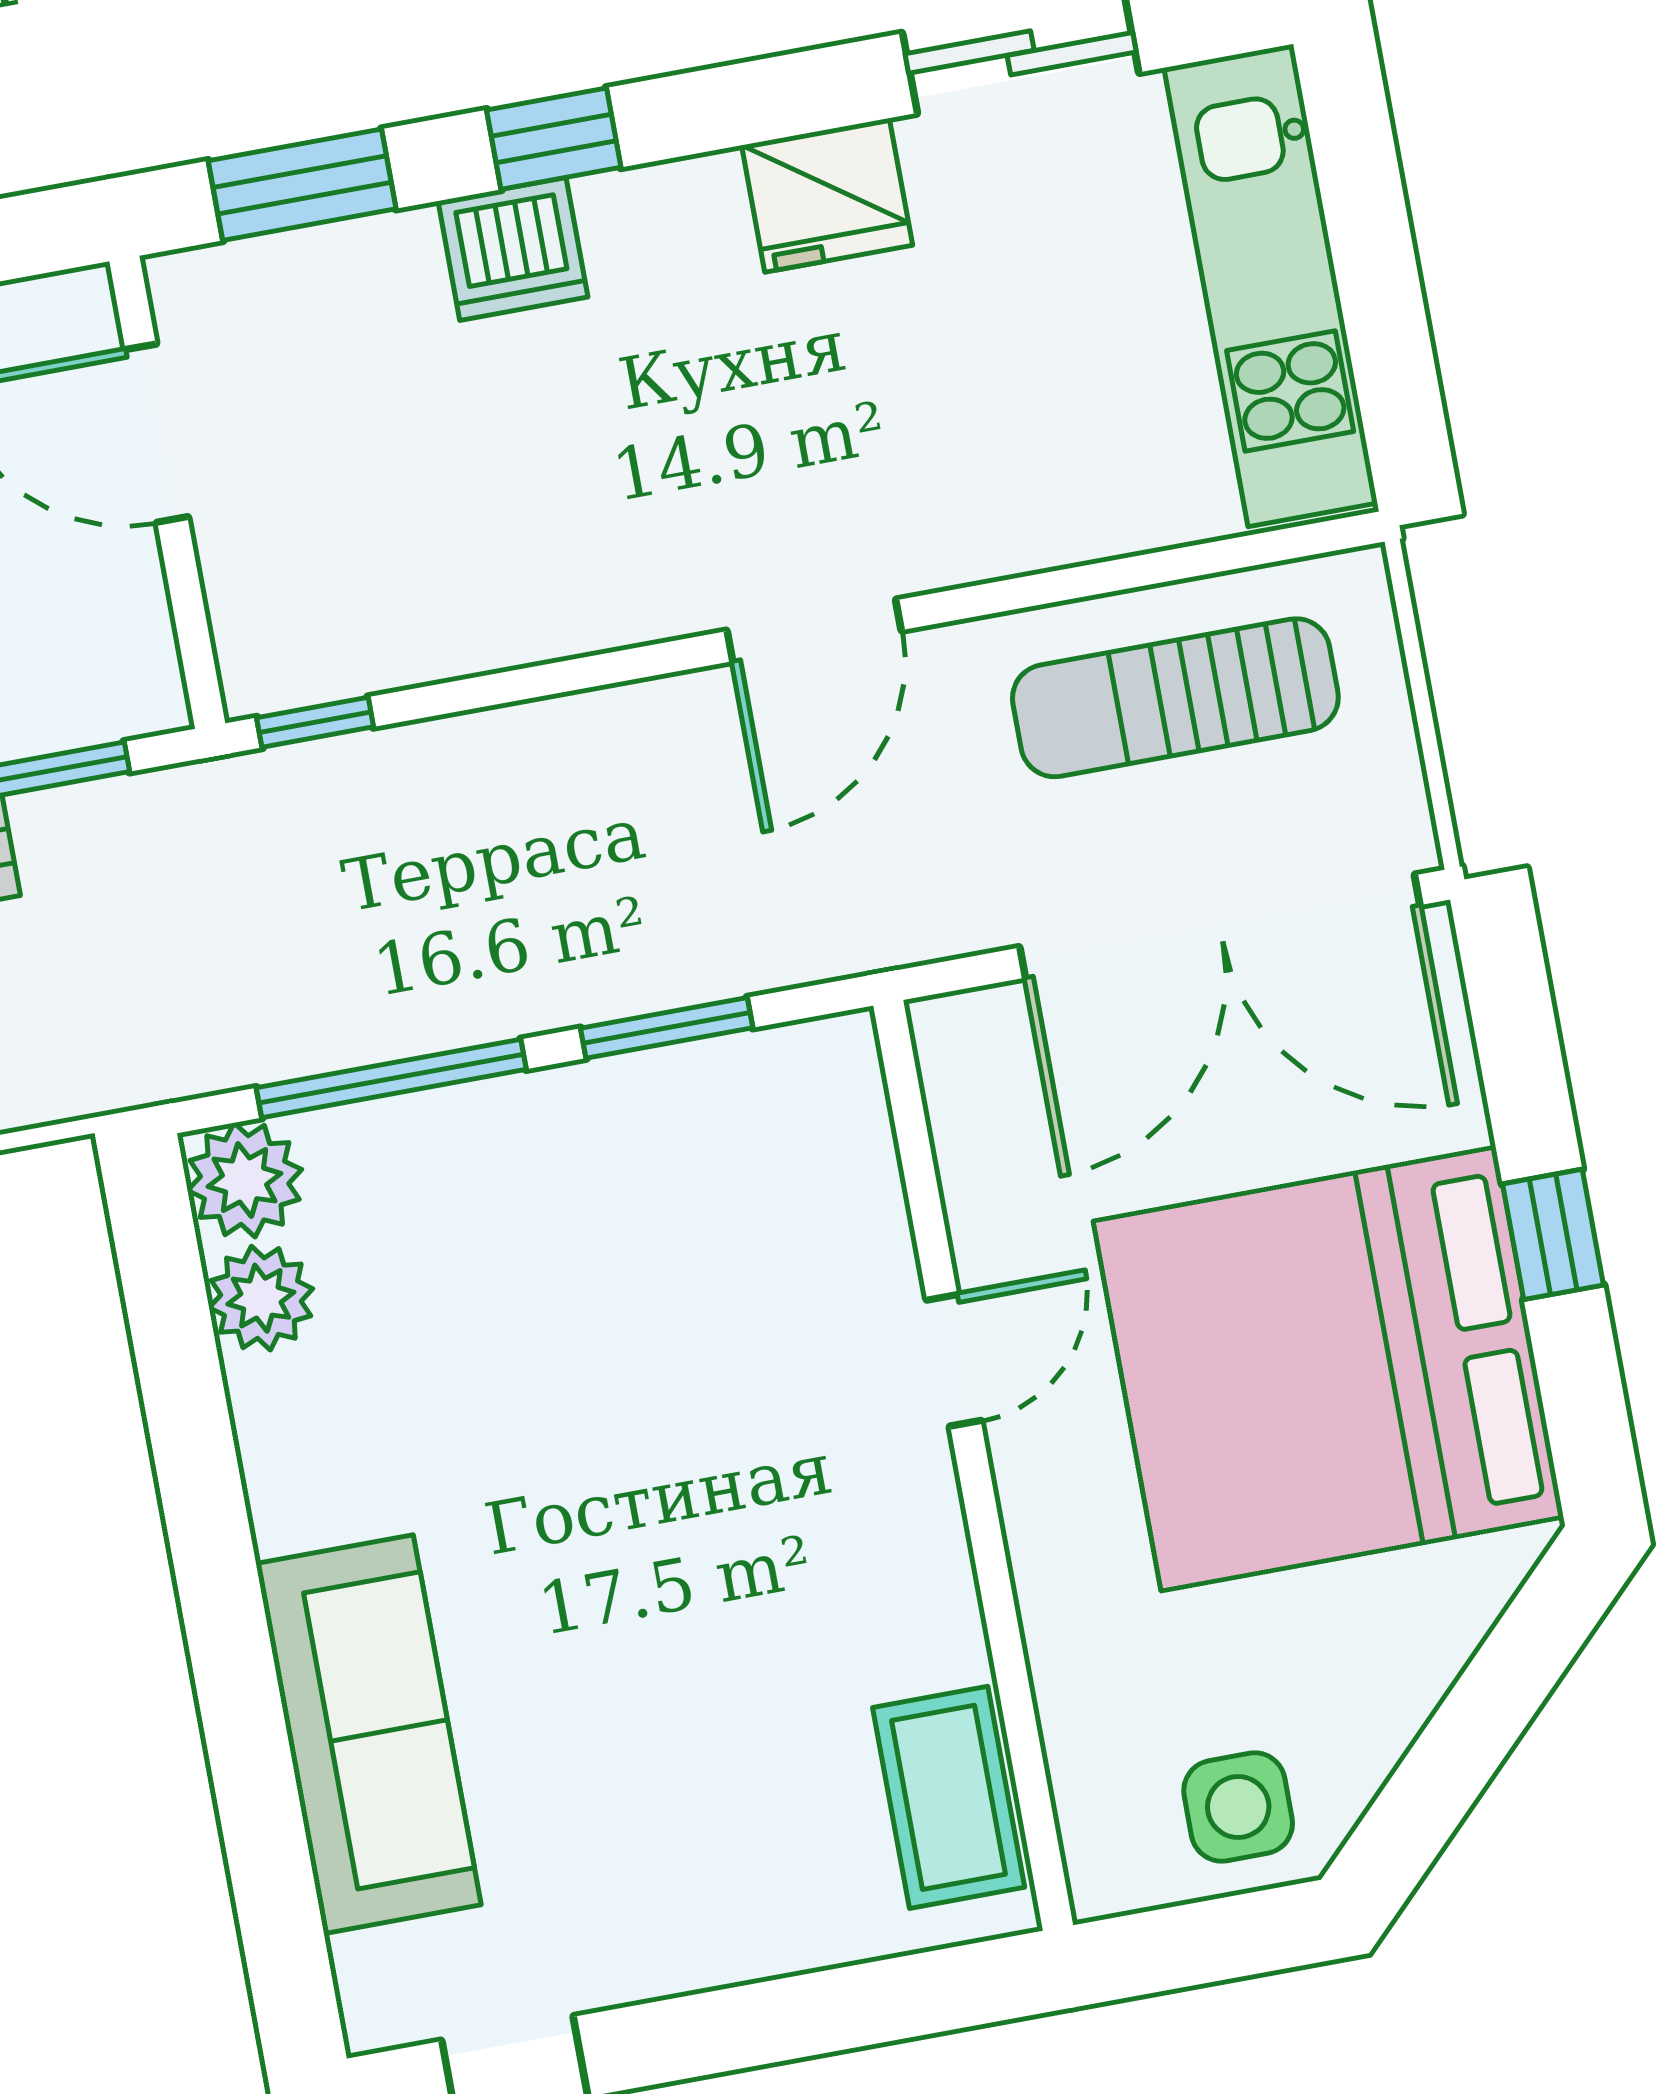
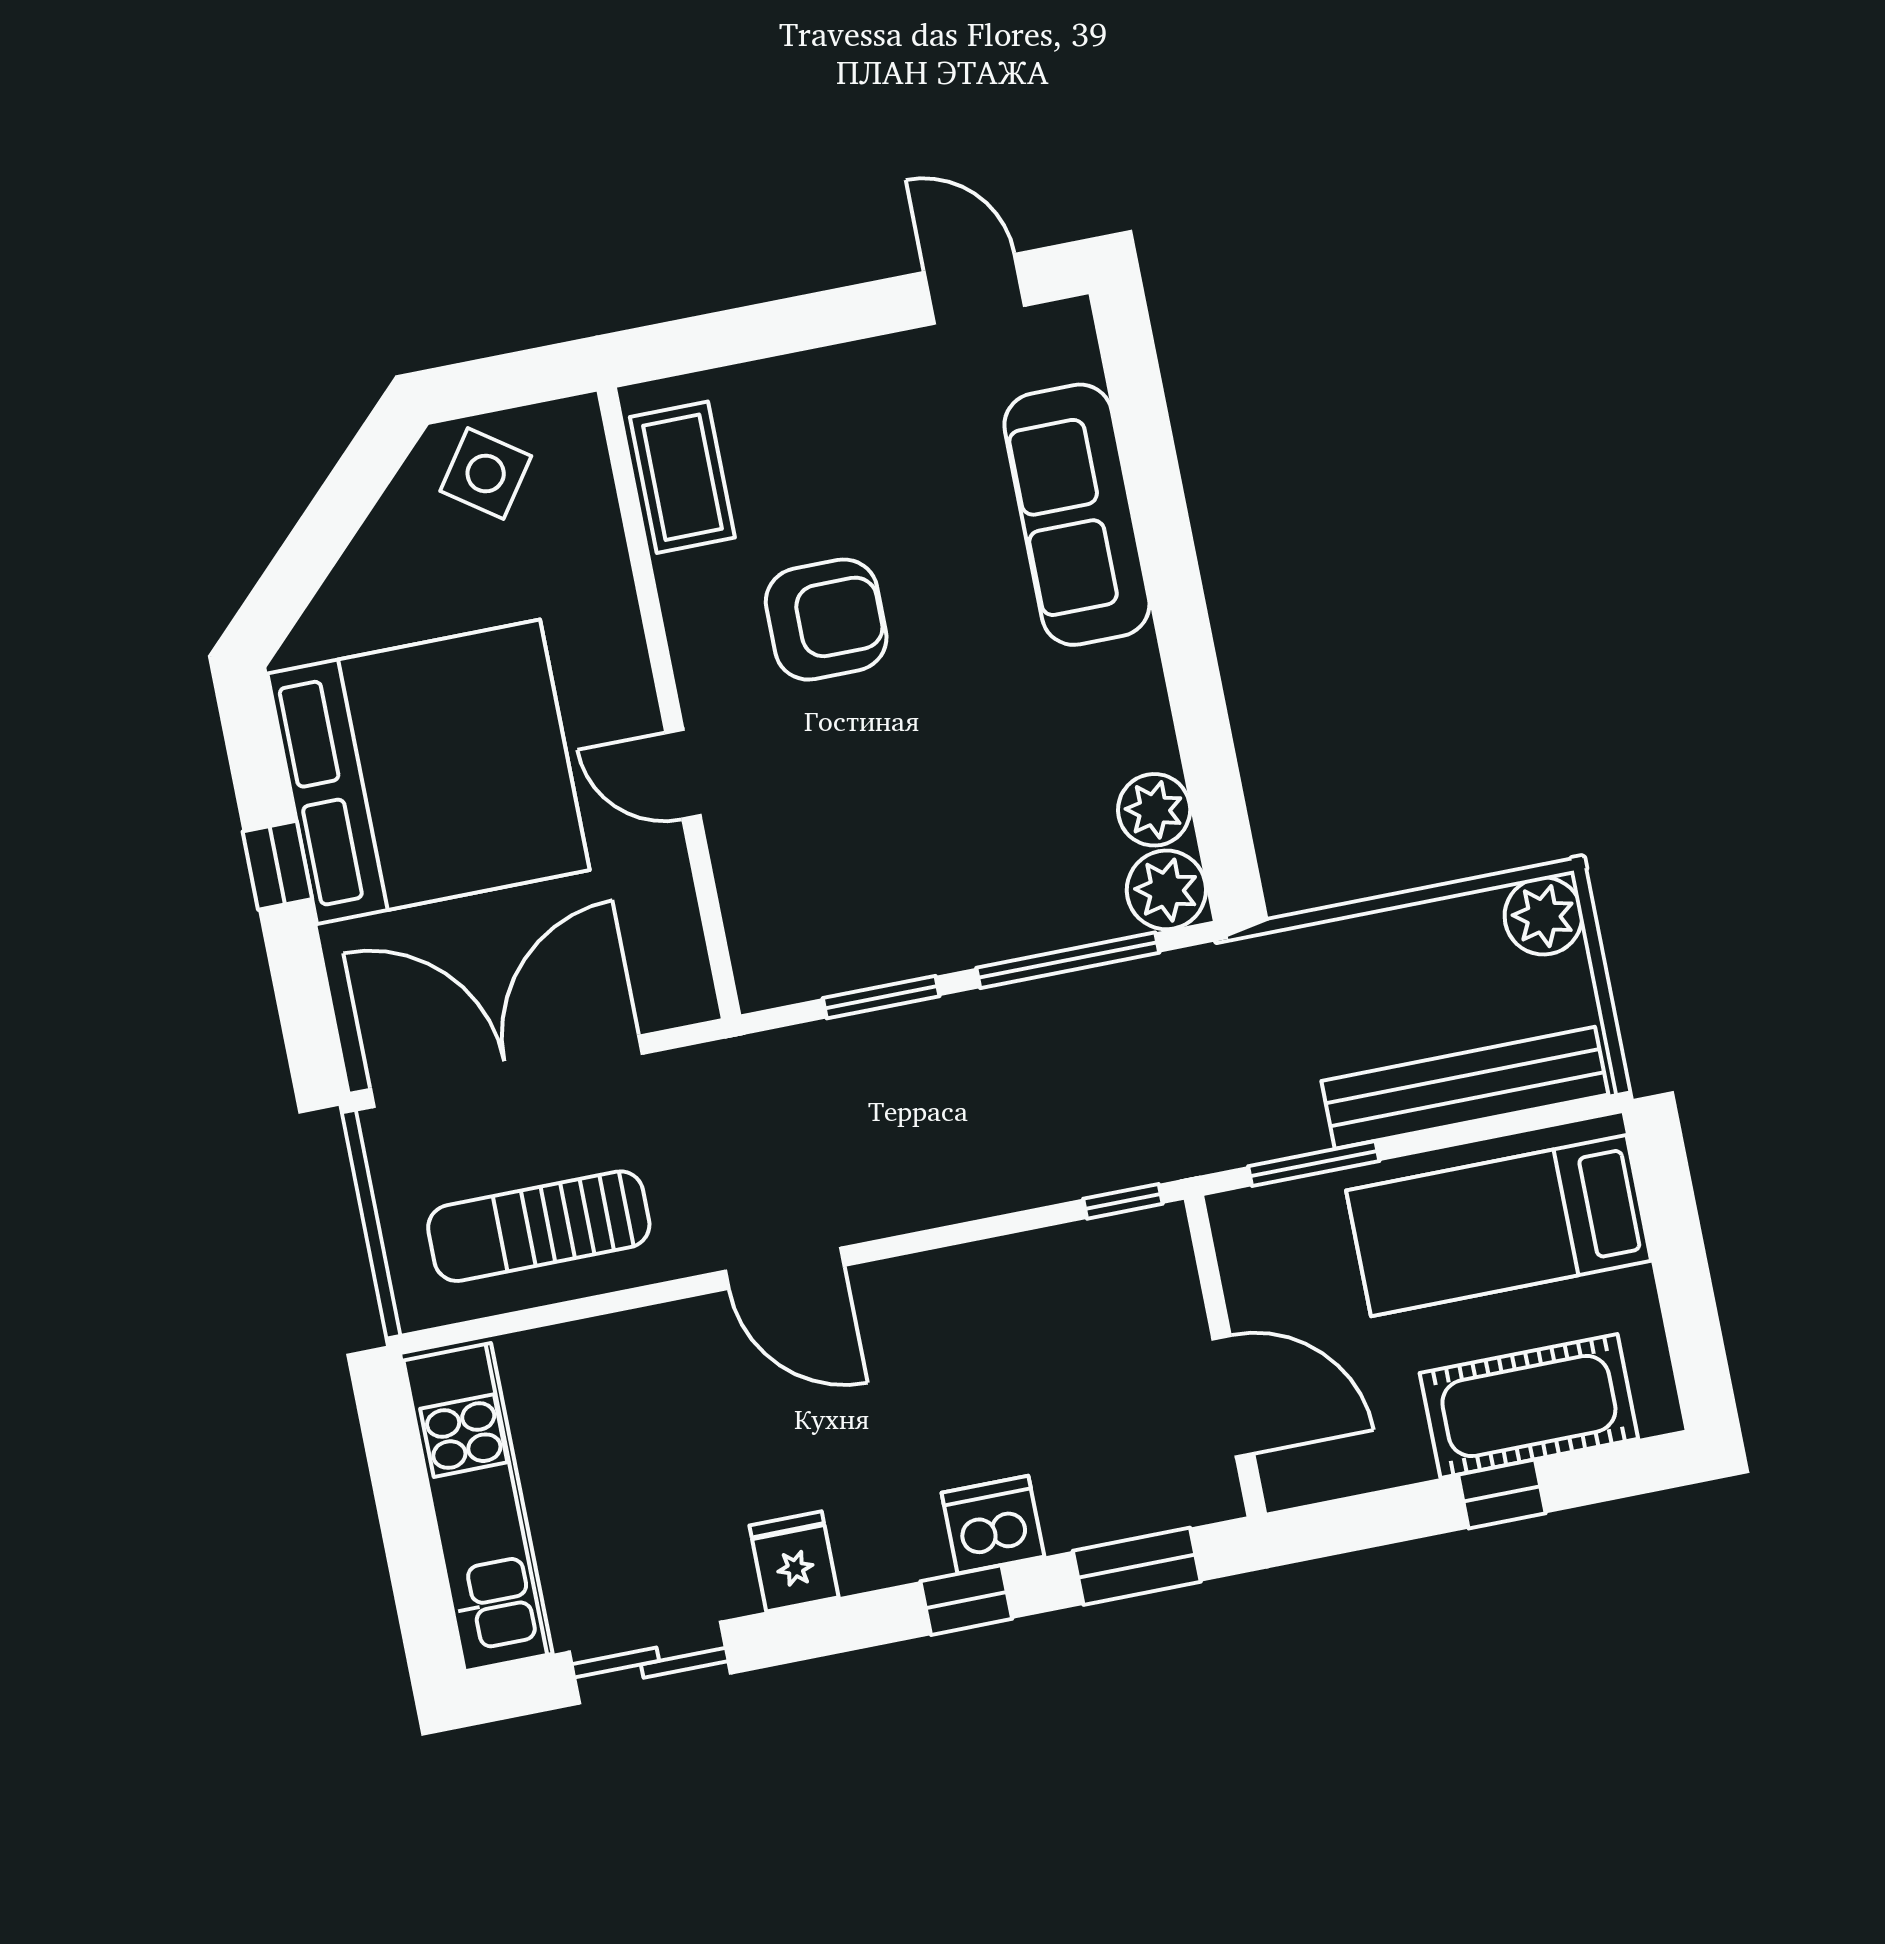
fridge: (827, 195) -> (794, 1561), width x0.72
door: (814, 631) -> (785, 1268), swing flipped
sun lounger: (1175, 698) -> (539, 1226), turned 180
door: (954, 1360) -> (683, 774), hinge flipped
armchair: (740, 1585) -> (826, 620), added
side table: (1238, 1807) -> (486, 473), turned 35

